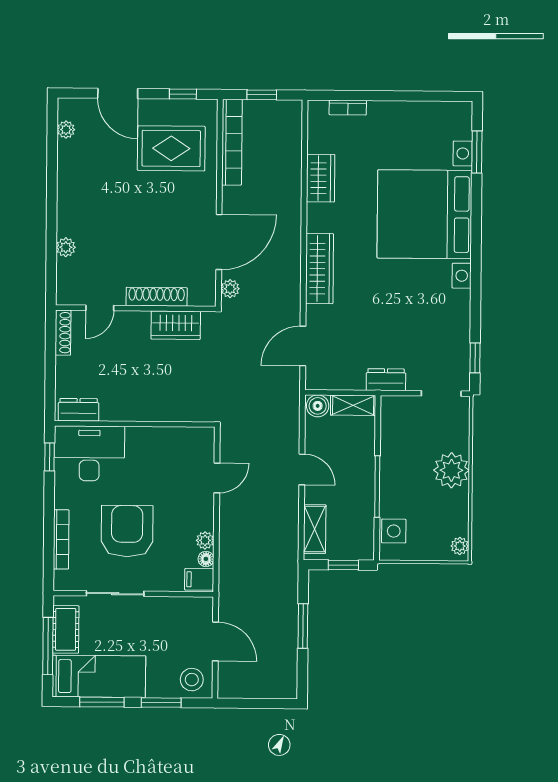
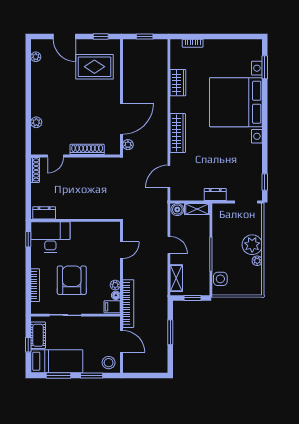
bookcase: (232, 142) -> (128, 304), moved
wardrobe: (176, 325) -> (98, 165), removed
plant: (460, 546) -> (257, 261), moved
window: (48, 646) -> (28, 345), width x0.46

